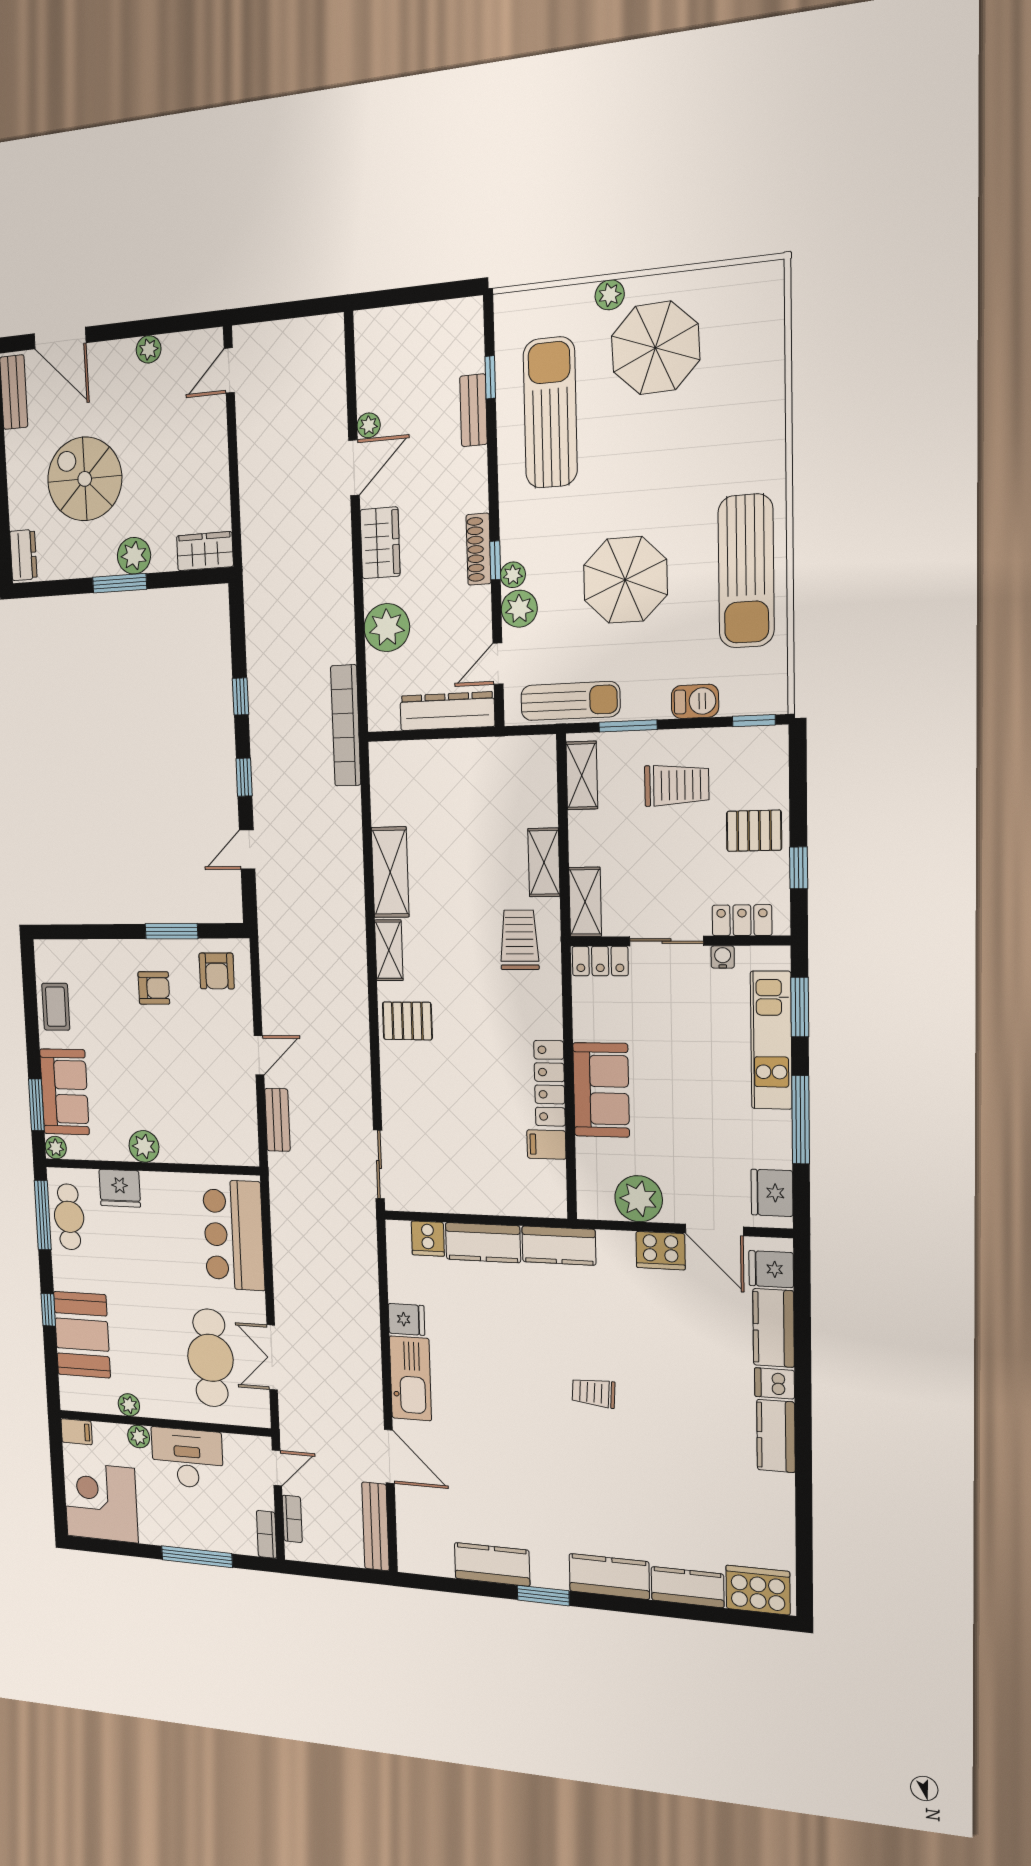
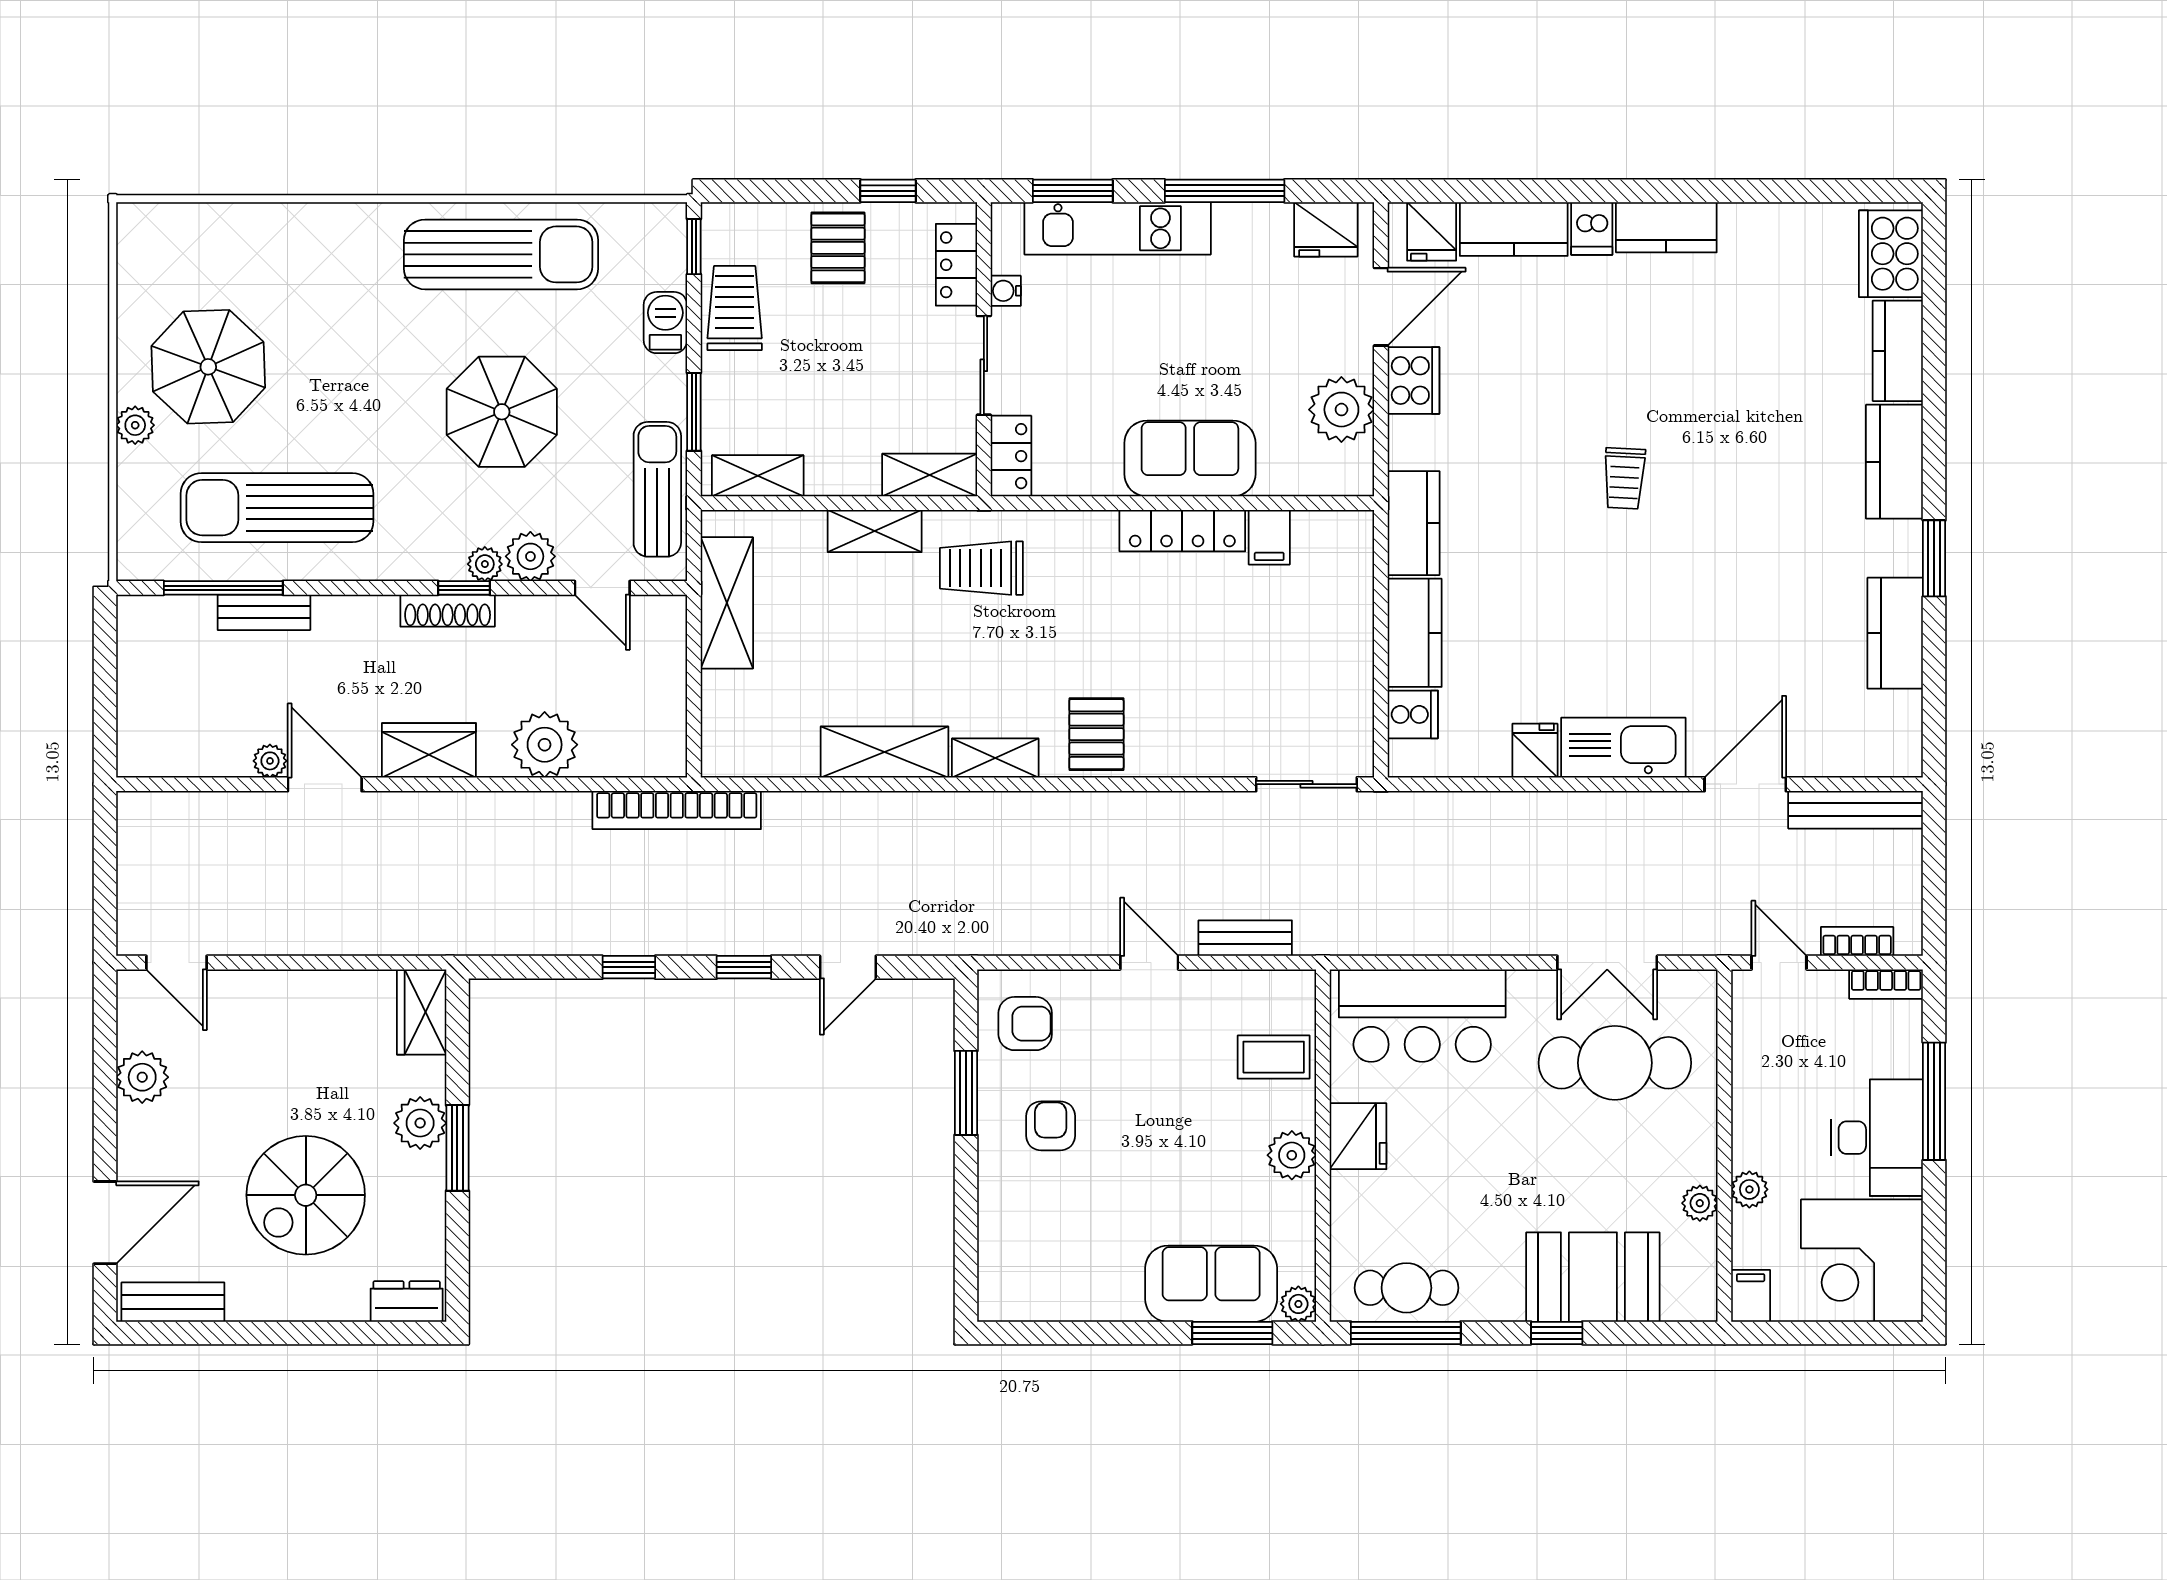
plant: (149, 349) -> (142, 1077), width x1.38, depth x1.38
window: (490, 377) -> (223, 588), width x2.17
dresser: (447, 711) -> (663, 662), removed
shelving: (490, 756) -> (727, 603), added
trolley: (677, 785) -> (735, 308), moved
door: (247, 849) -> (848, 967), hinge flipped
coffee table: (56, 1007) -> (1274, 1057), moved
fridge: (120, 1188) -> (1358, 1136), moved
desk: (187, 1458) -> (1877, 1138), moved, turned 180

